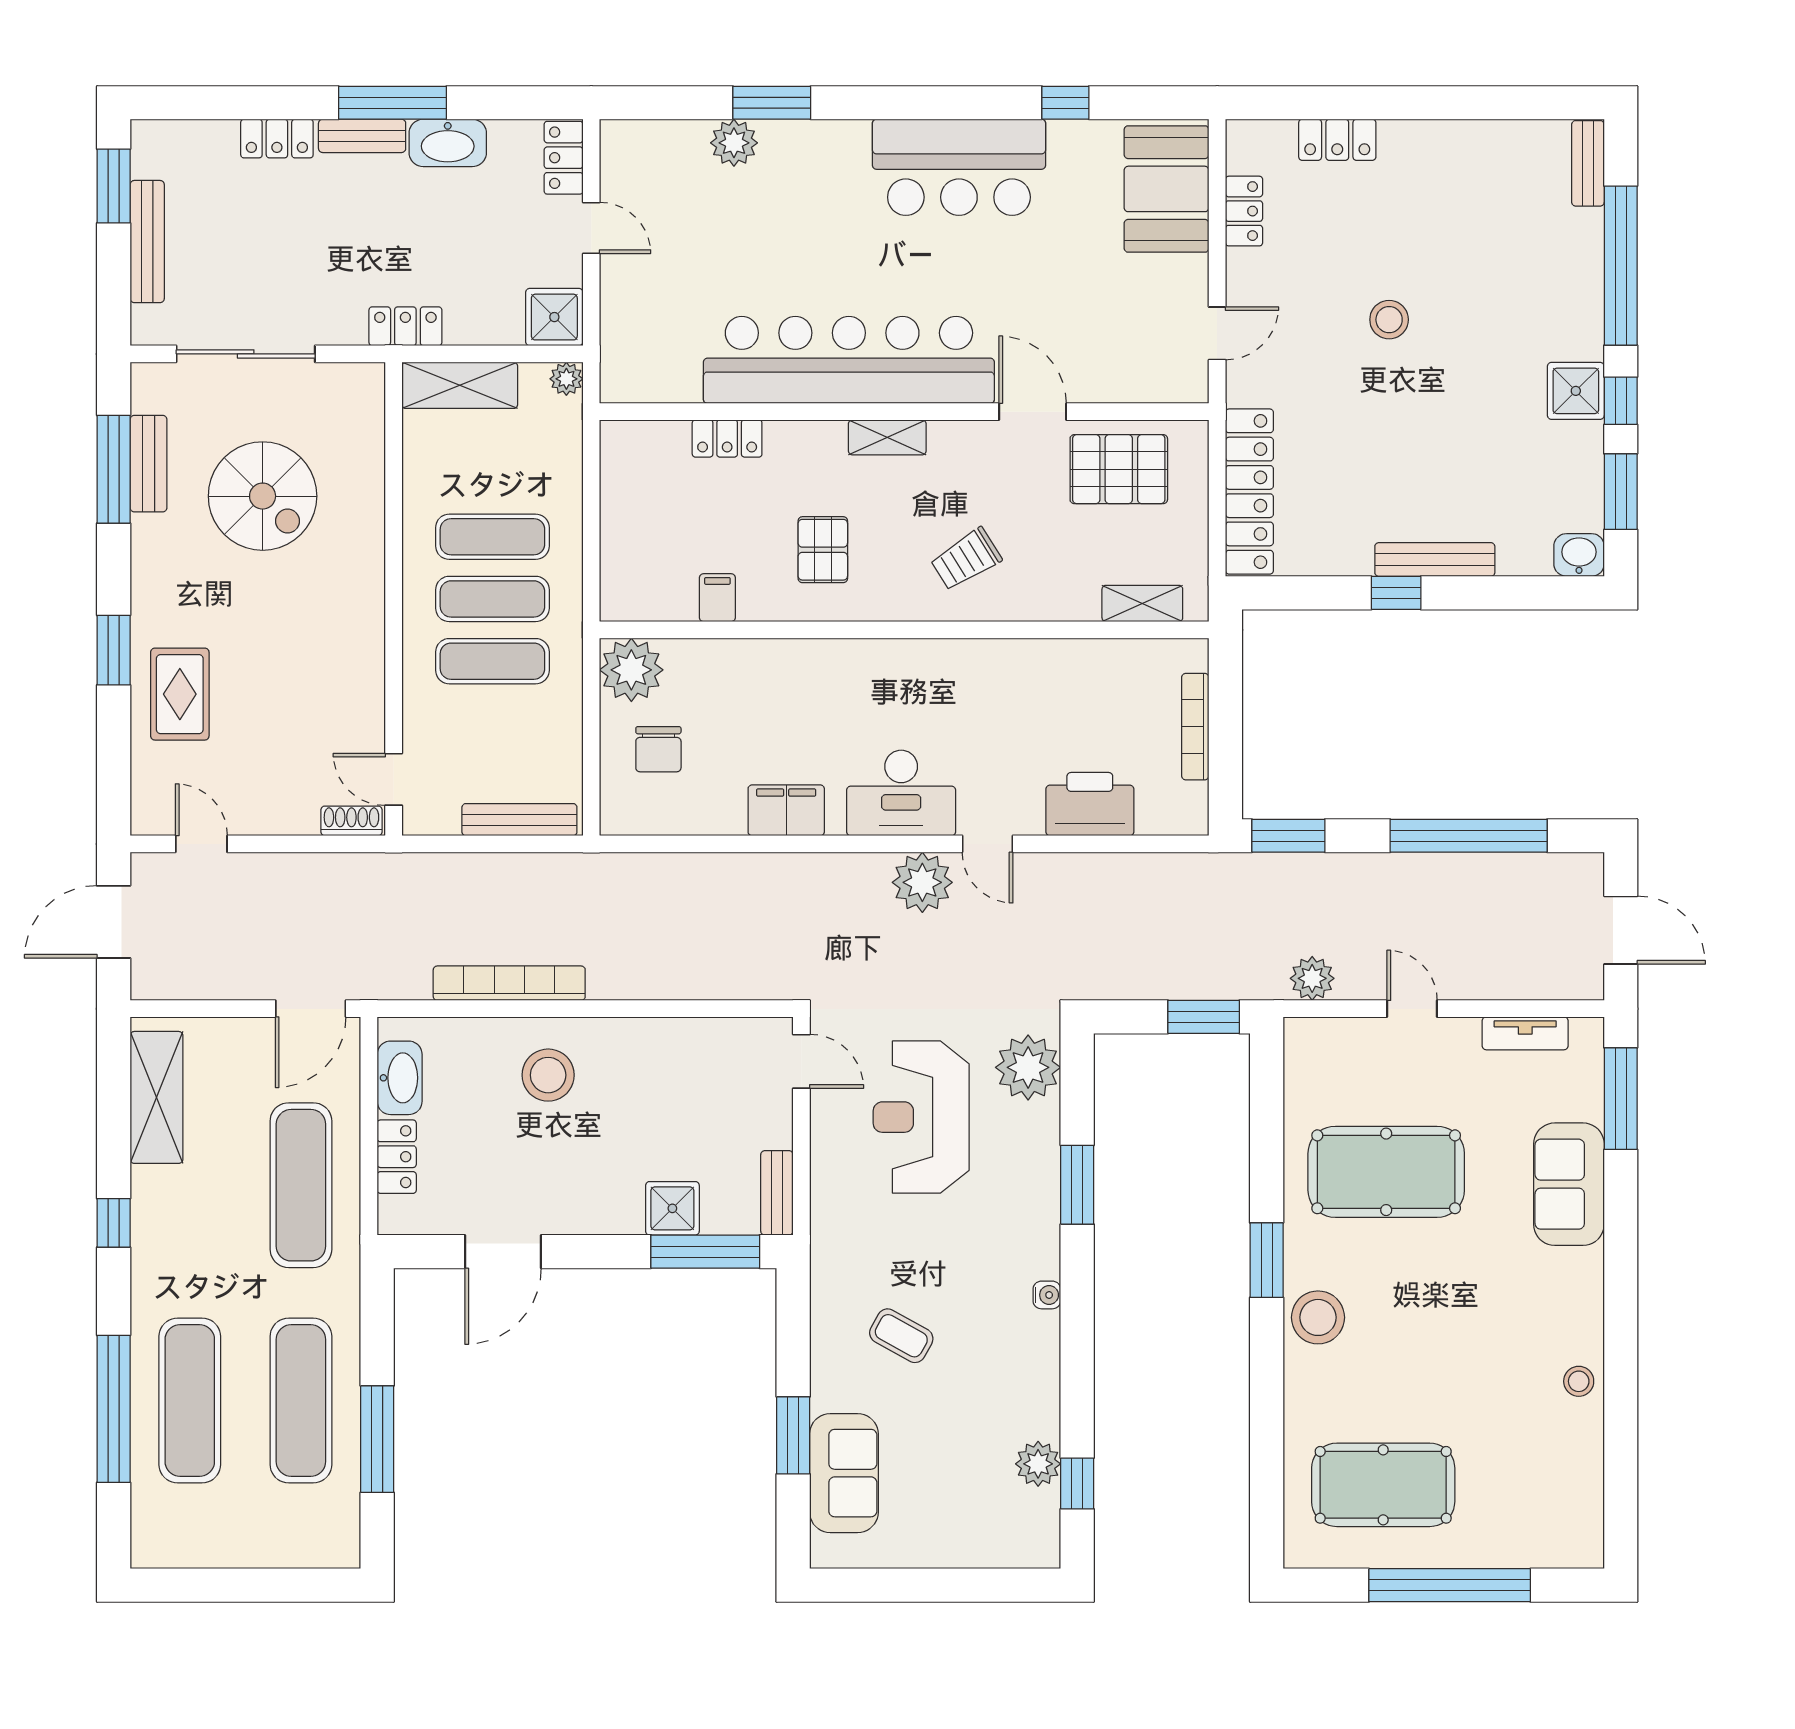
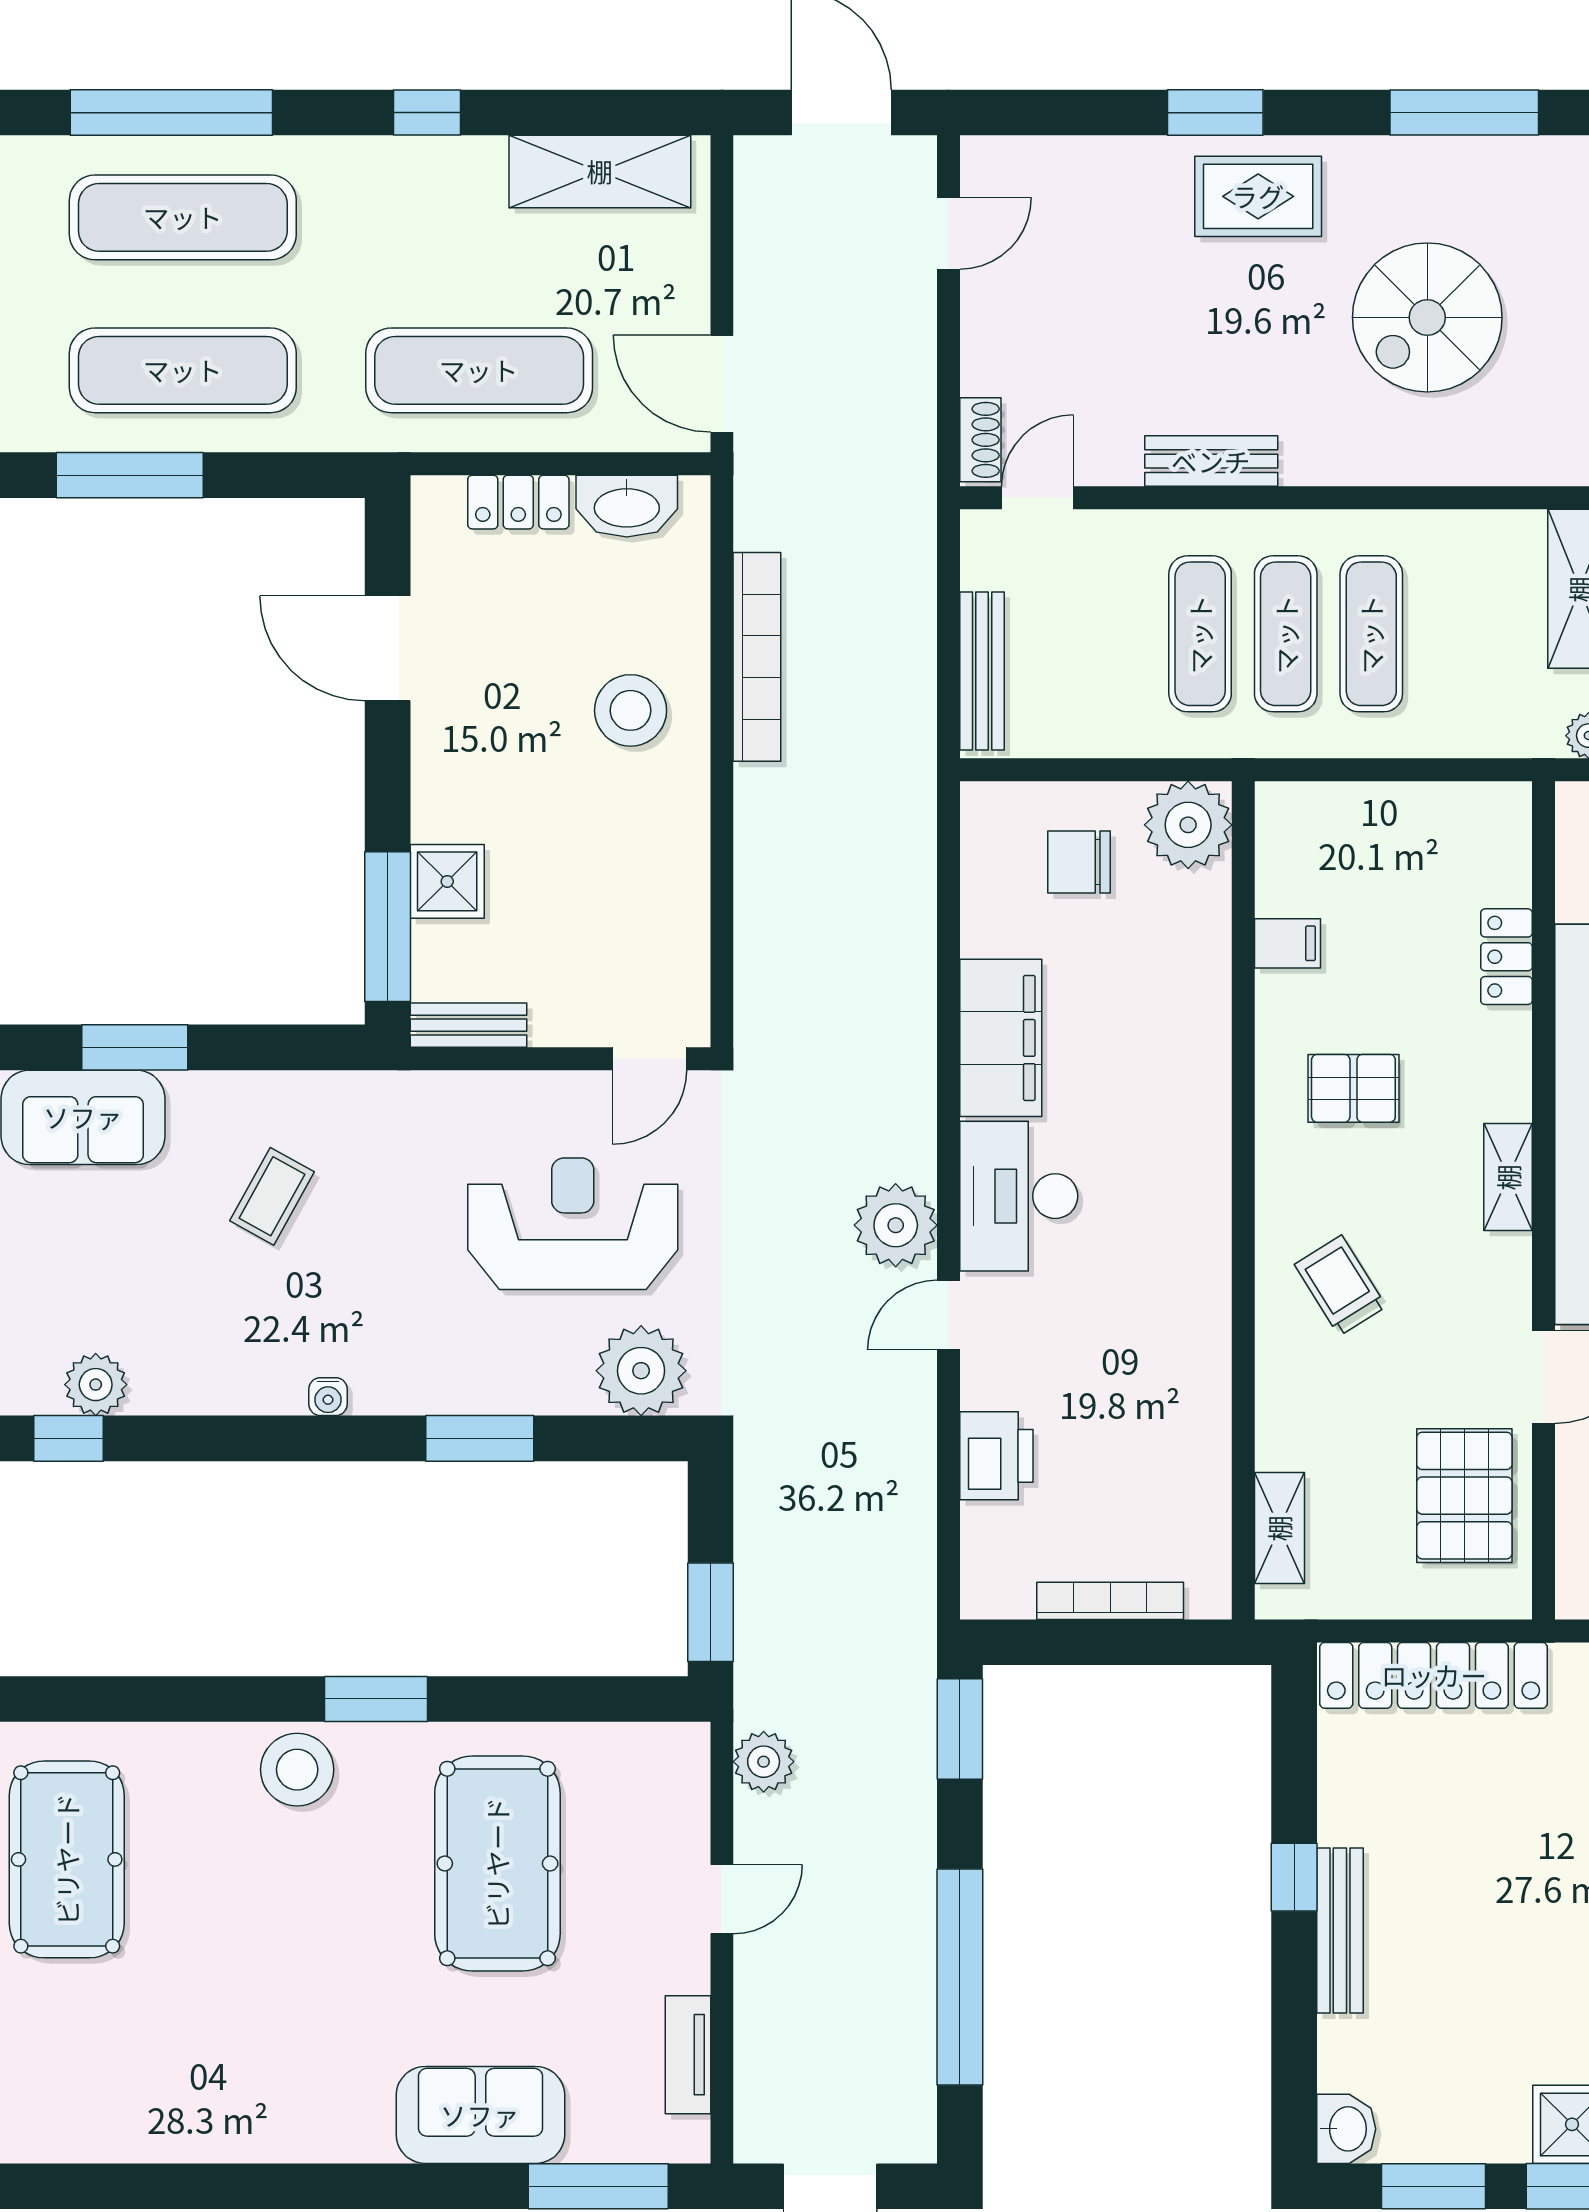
bench: (148, 464) -> (1211, 461), moved
rug: (180, 694) -> (1258, 196), moved
printer: (1090, 804) -> (996, 1456), width x0.73, depth x0.84
filing cabinet: (786, 810) -> (1001, 1038), width x1.50, depth x1.17
stool: (1579, 1381) -> (209, 2128), removed

